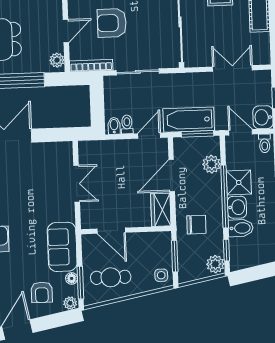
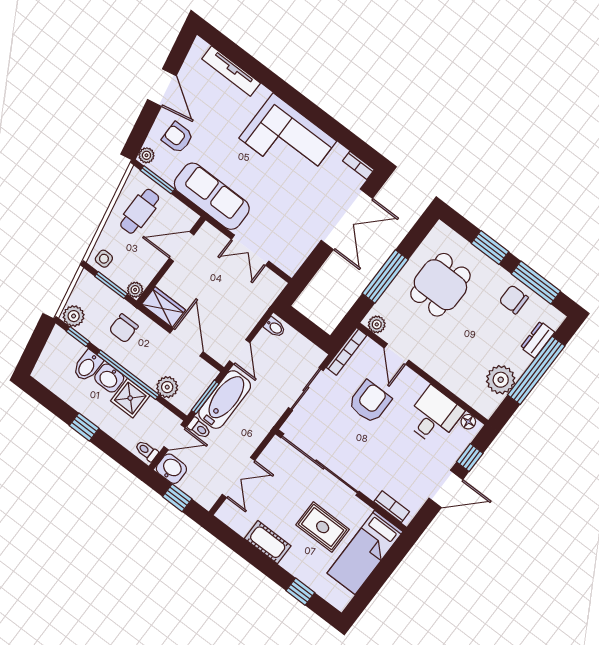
toilet: (127, 124) -> (199, 428), moved
plant: (165, 238) -> (135, 290), added
sofa: (62, 247) -> (212, 196), width x1.36
floor lamp: (72, 278) -> (168, 175), removed

